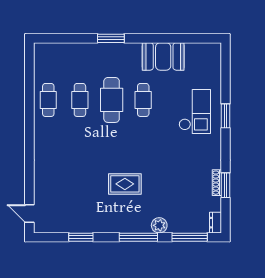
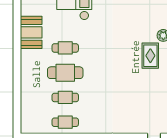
window: (111, 38) -> (17, 73), removed
rug: (125, 184) -> (150, 56), moved

